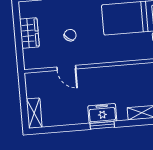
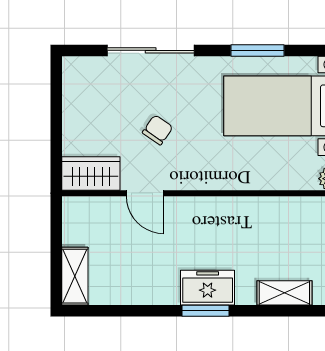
wardrobe: (29, 33) -> (91, 174), moved, turned -90

